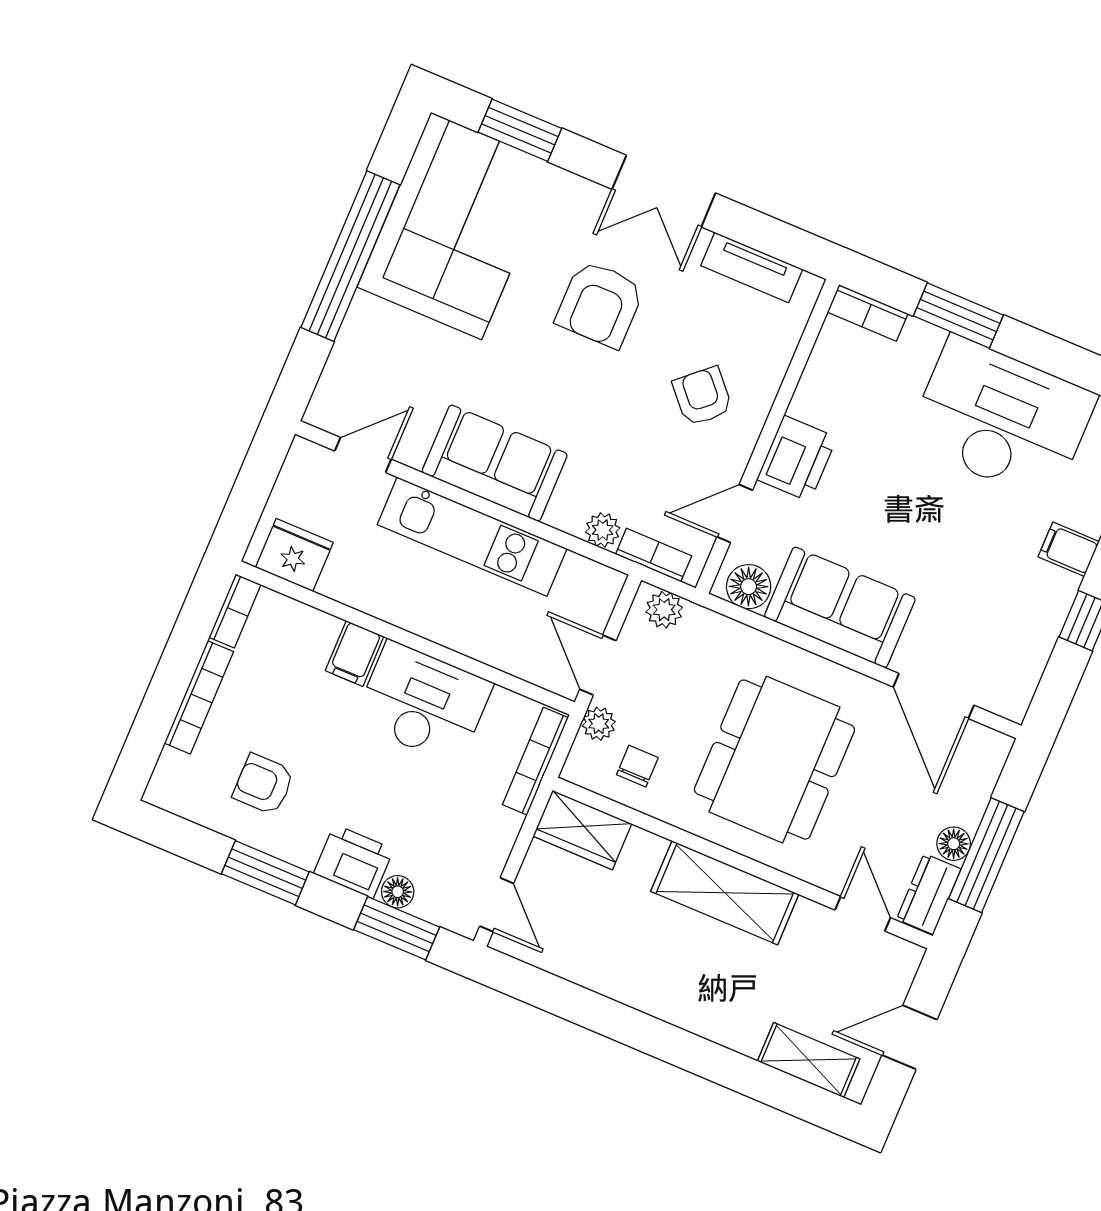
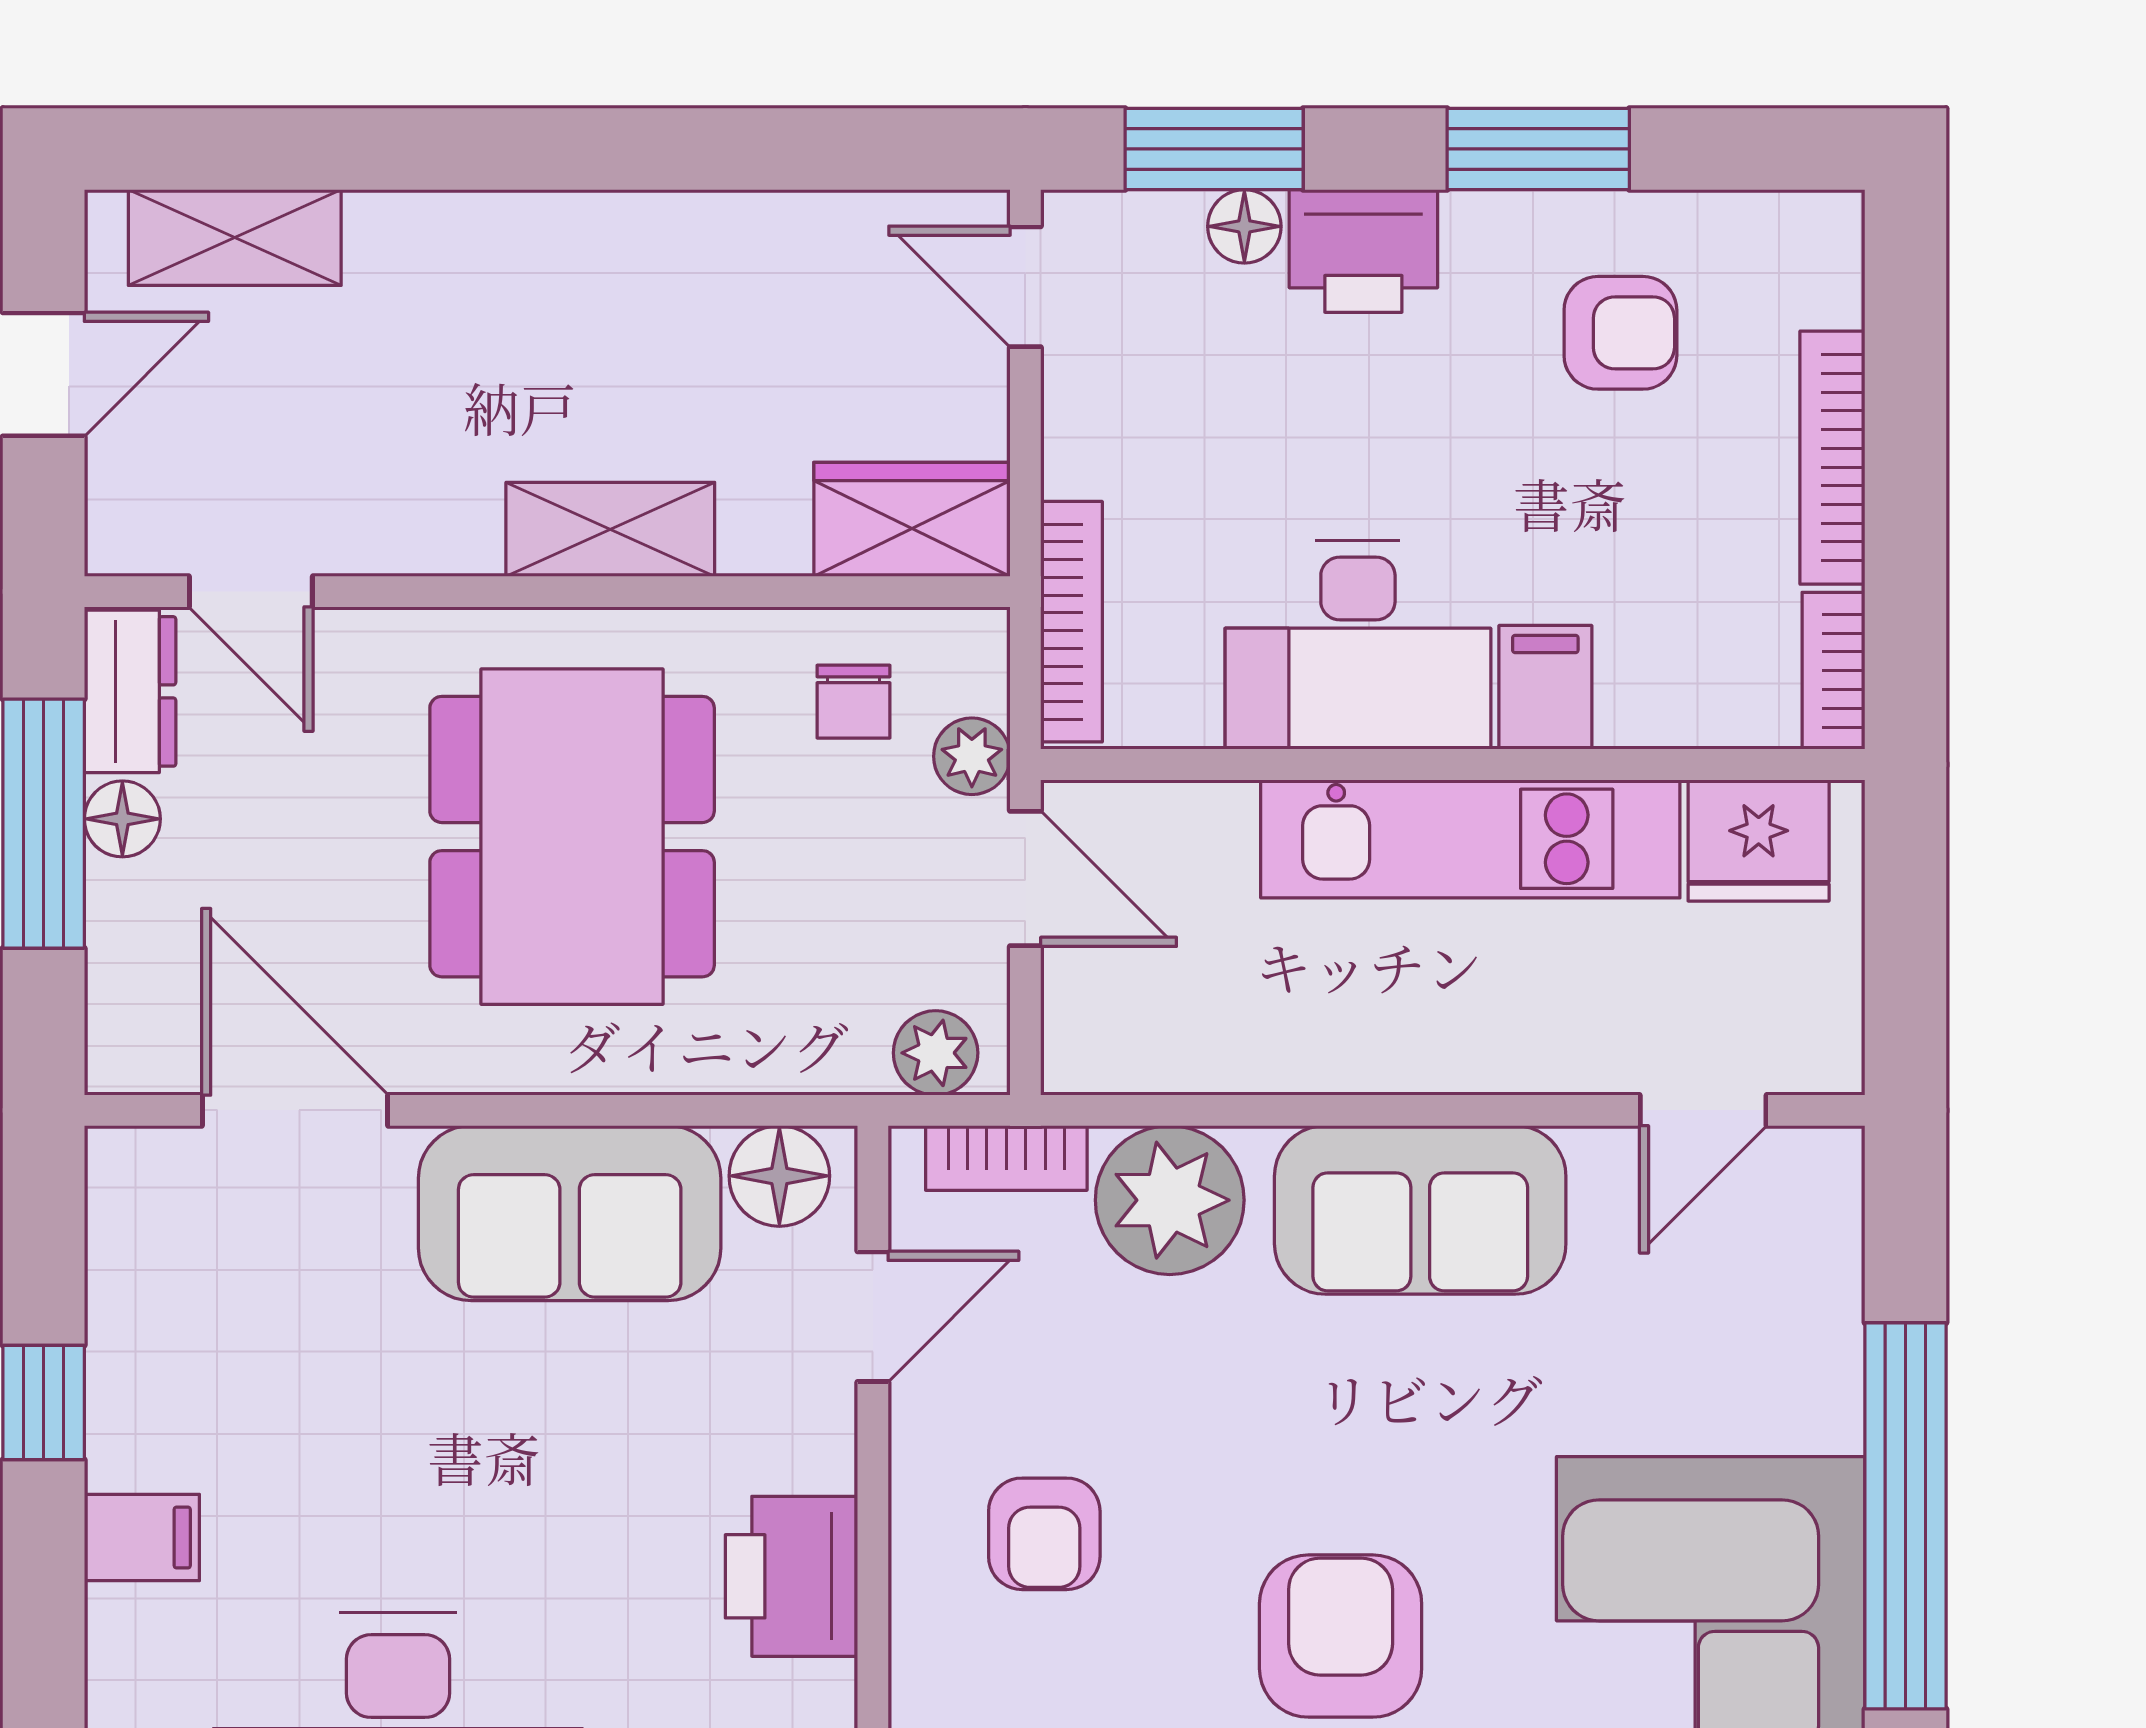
armchair: (702, 396) -> (1044, 1534), turned 42
printer: (797, 458) -> (791, 1576), moved
plant: (603, 530) -> (1170, 1200), width x1.88, depth x1.88
kitchen unit: (472, 537) -> (1470, 839), moved, turned 180
shelving: (725, 893) -> (610, 529), width x0.67, depth x0.75

